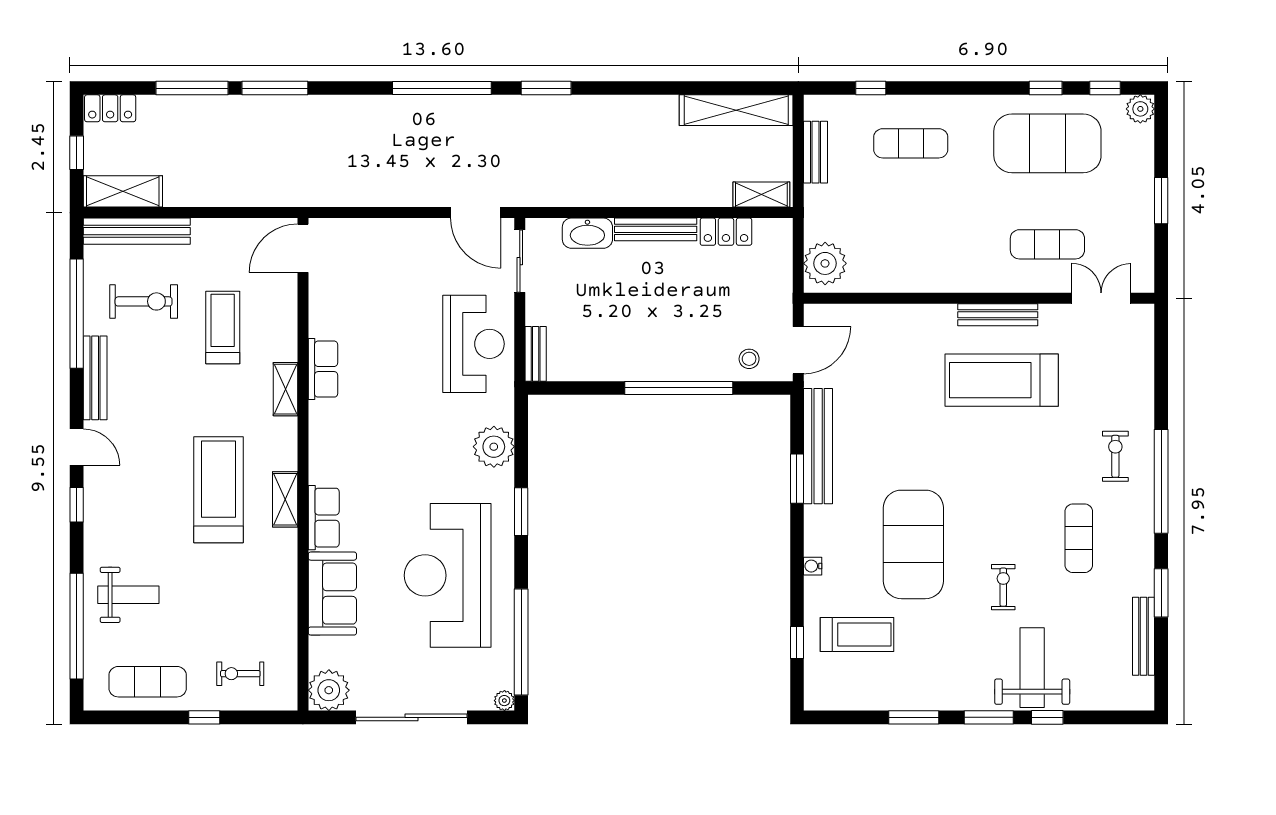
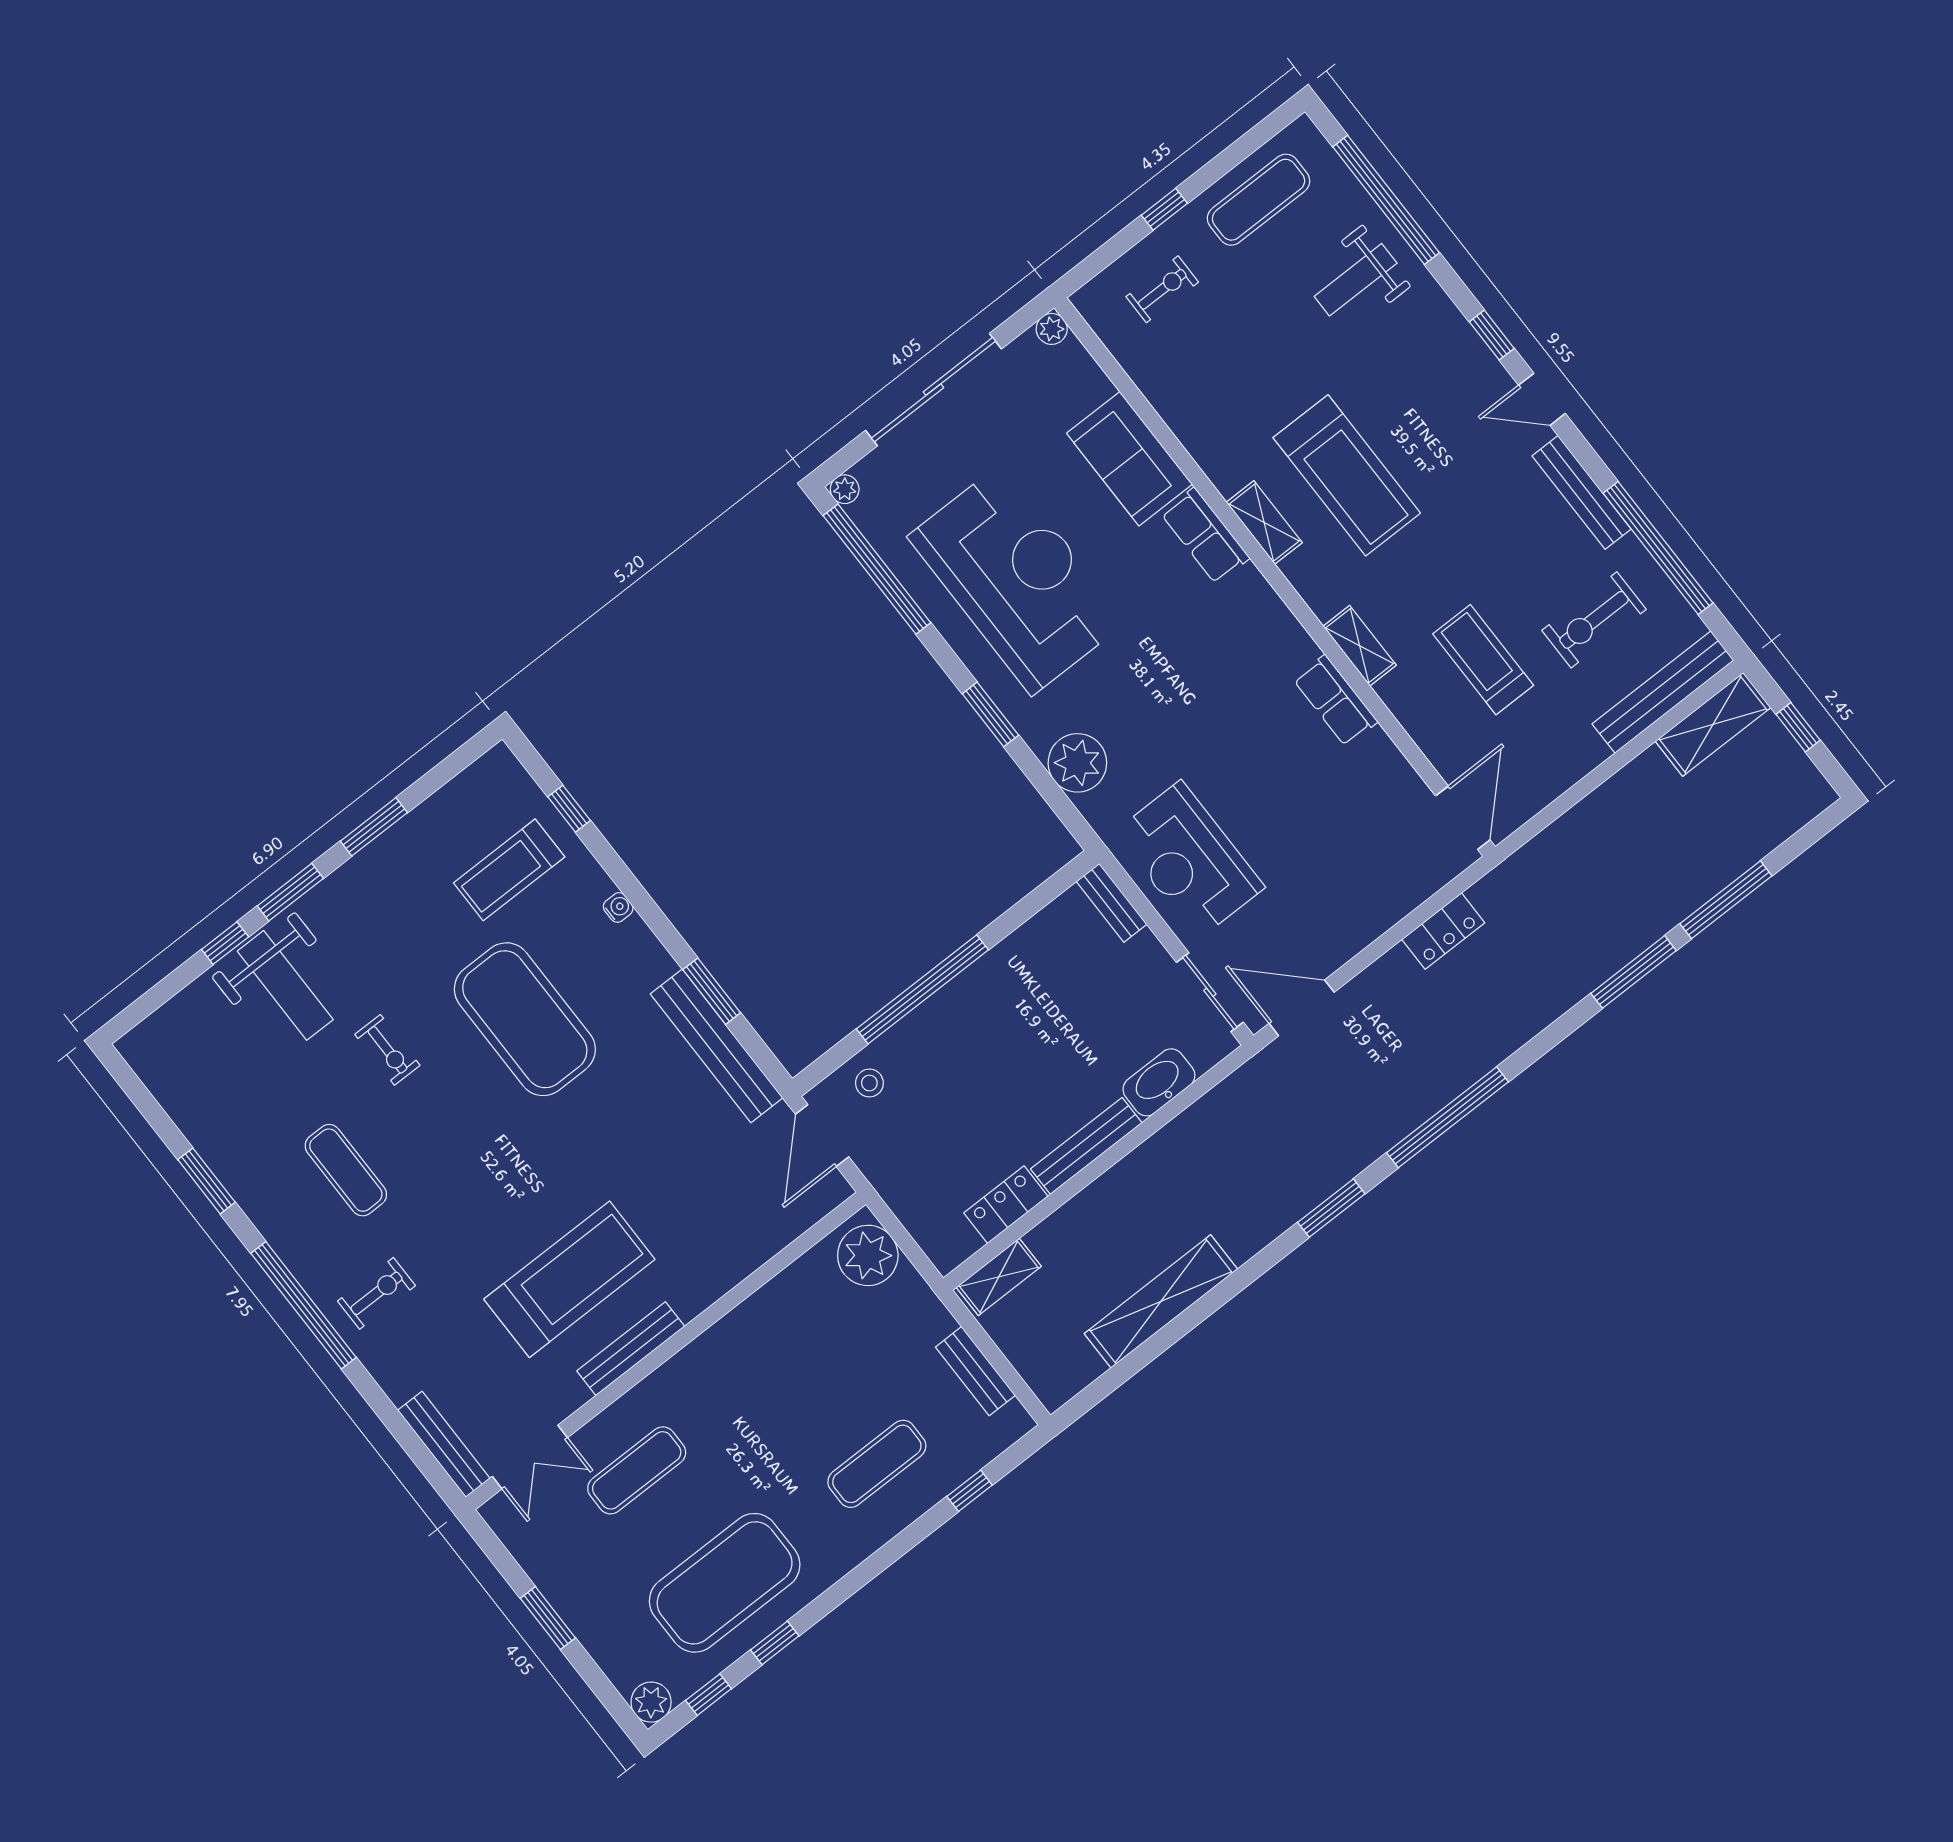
locker: (110, 108) -> (1443, 931), moved, turned 180
shelving: (736, 110) -> (1161, 1301), moved
treadmill: (223, 328) -> (1483, 660), turned 180
exercise bike: (1115, 456) -> (376, 1293), turned -90
bench: (1144, 636) -> (444, 1444), moved
plant: (329, 690) -> (1052, 329), width x0.53, depth x0.53

